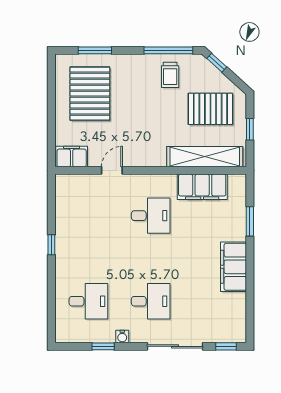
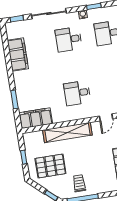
shelving: (205, 157) -> (67, 133), moved
filing cabinet: (202, 187) -> (36, 118), moved
filing cabinet: (233, 267) -> (18, 54), moved

